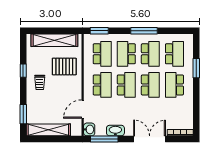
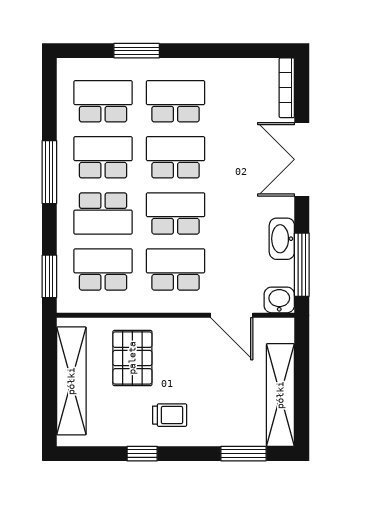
school desk: (174, 85) -> (176, 101), turned 180

